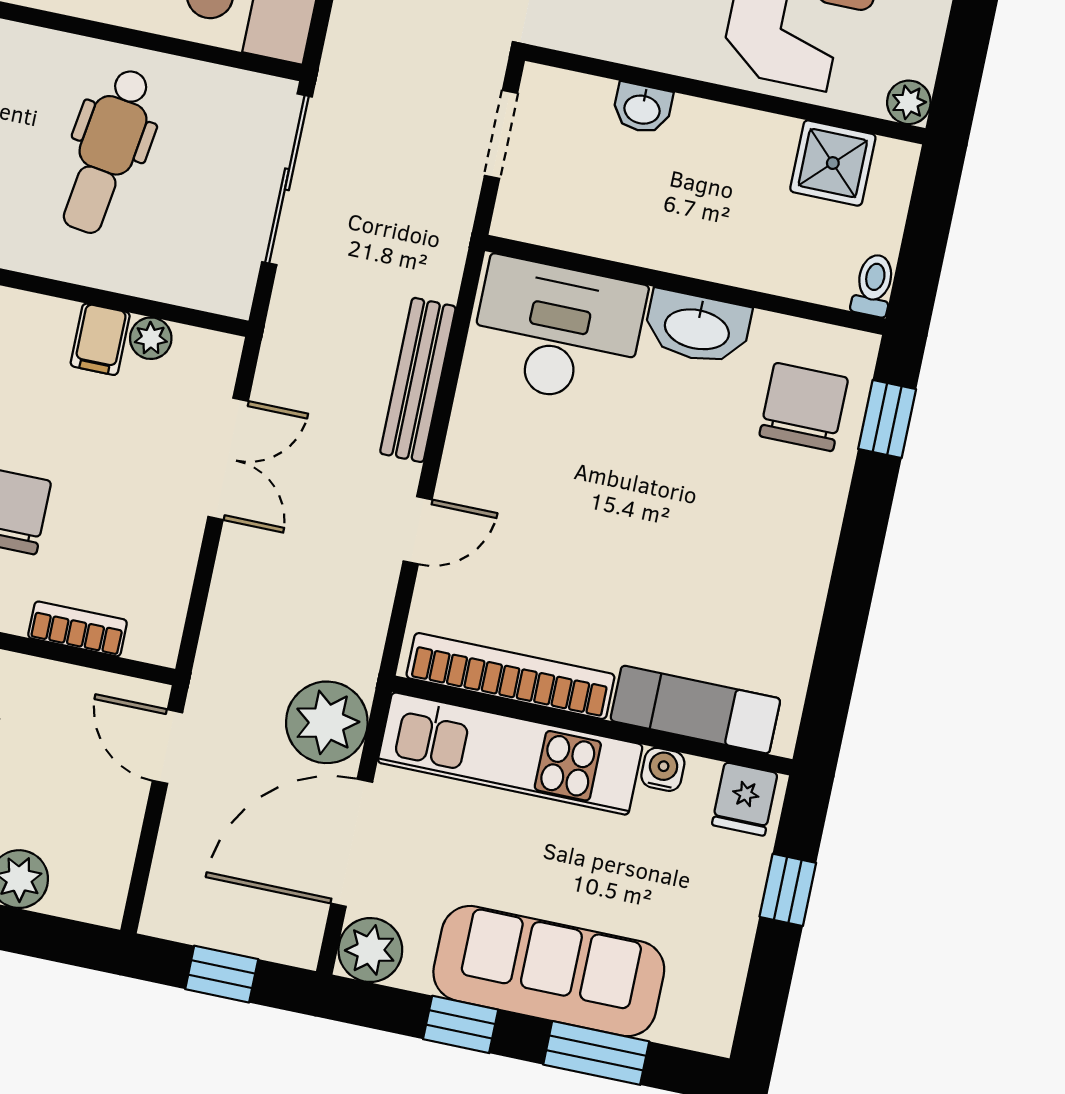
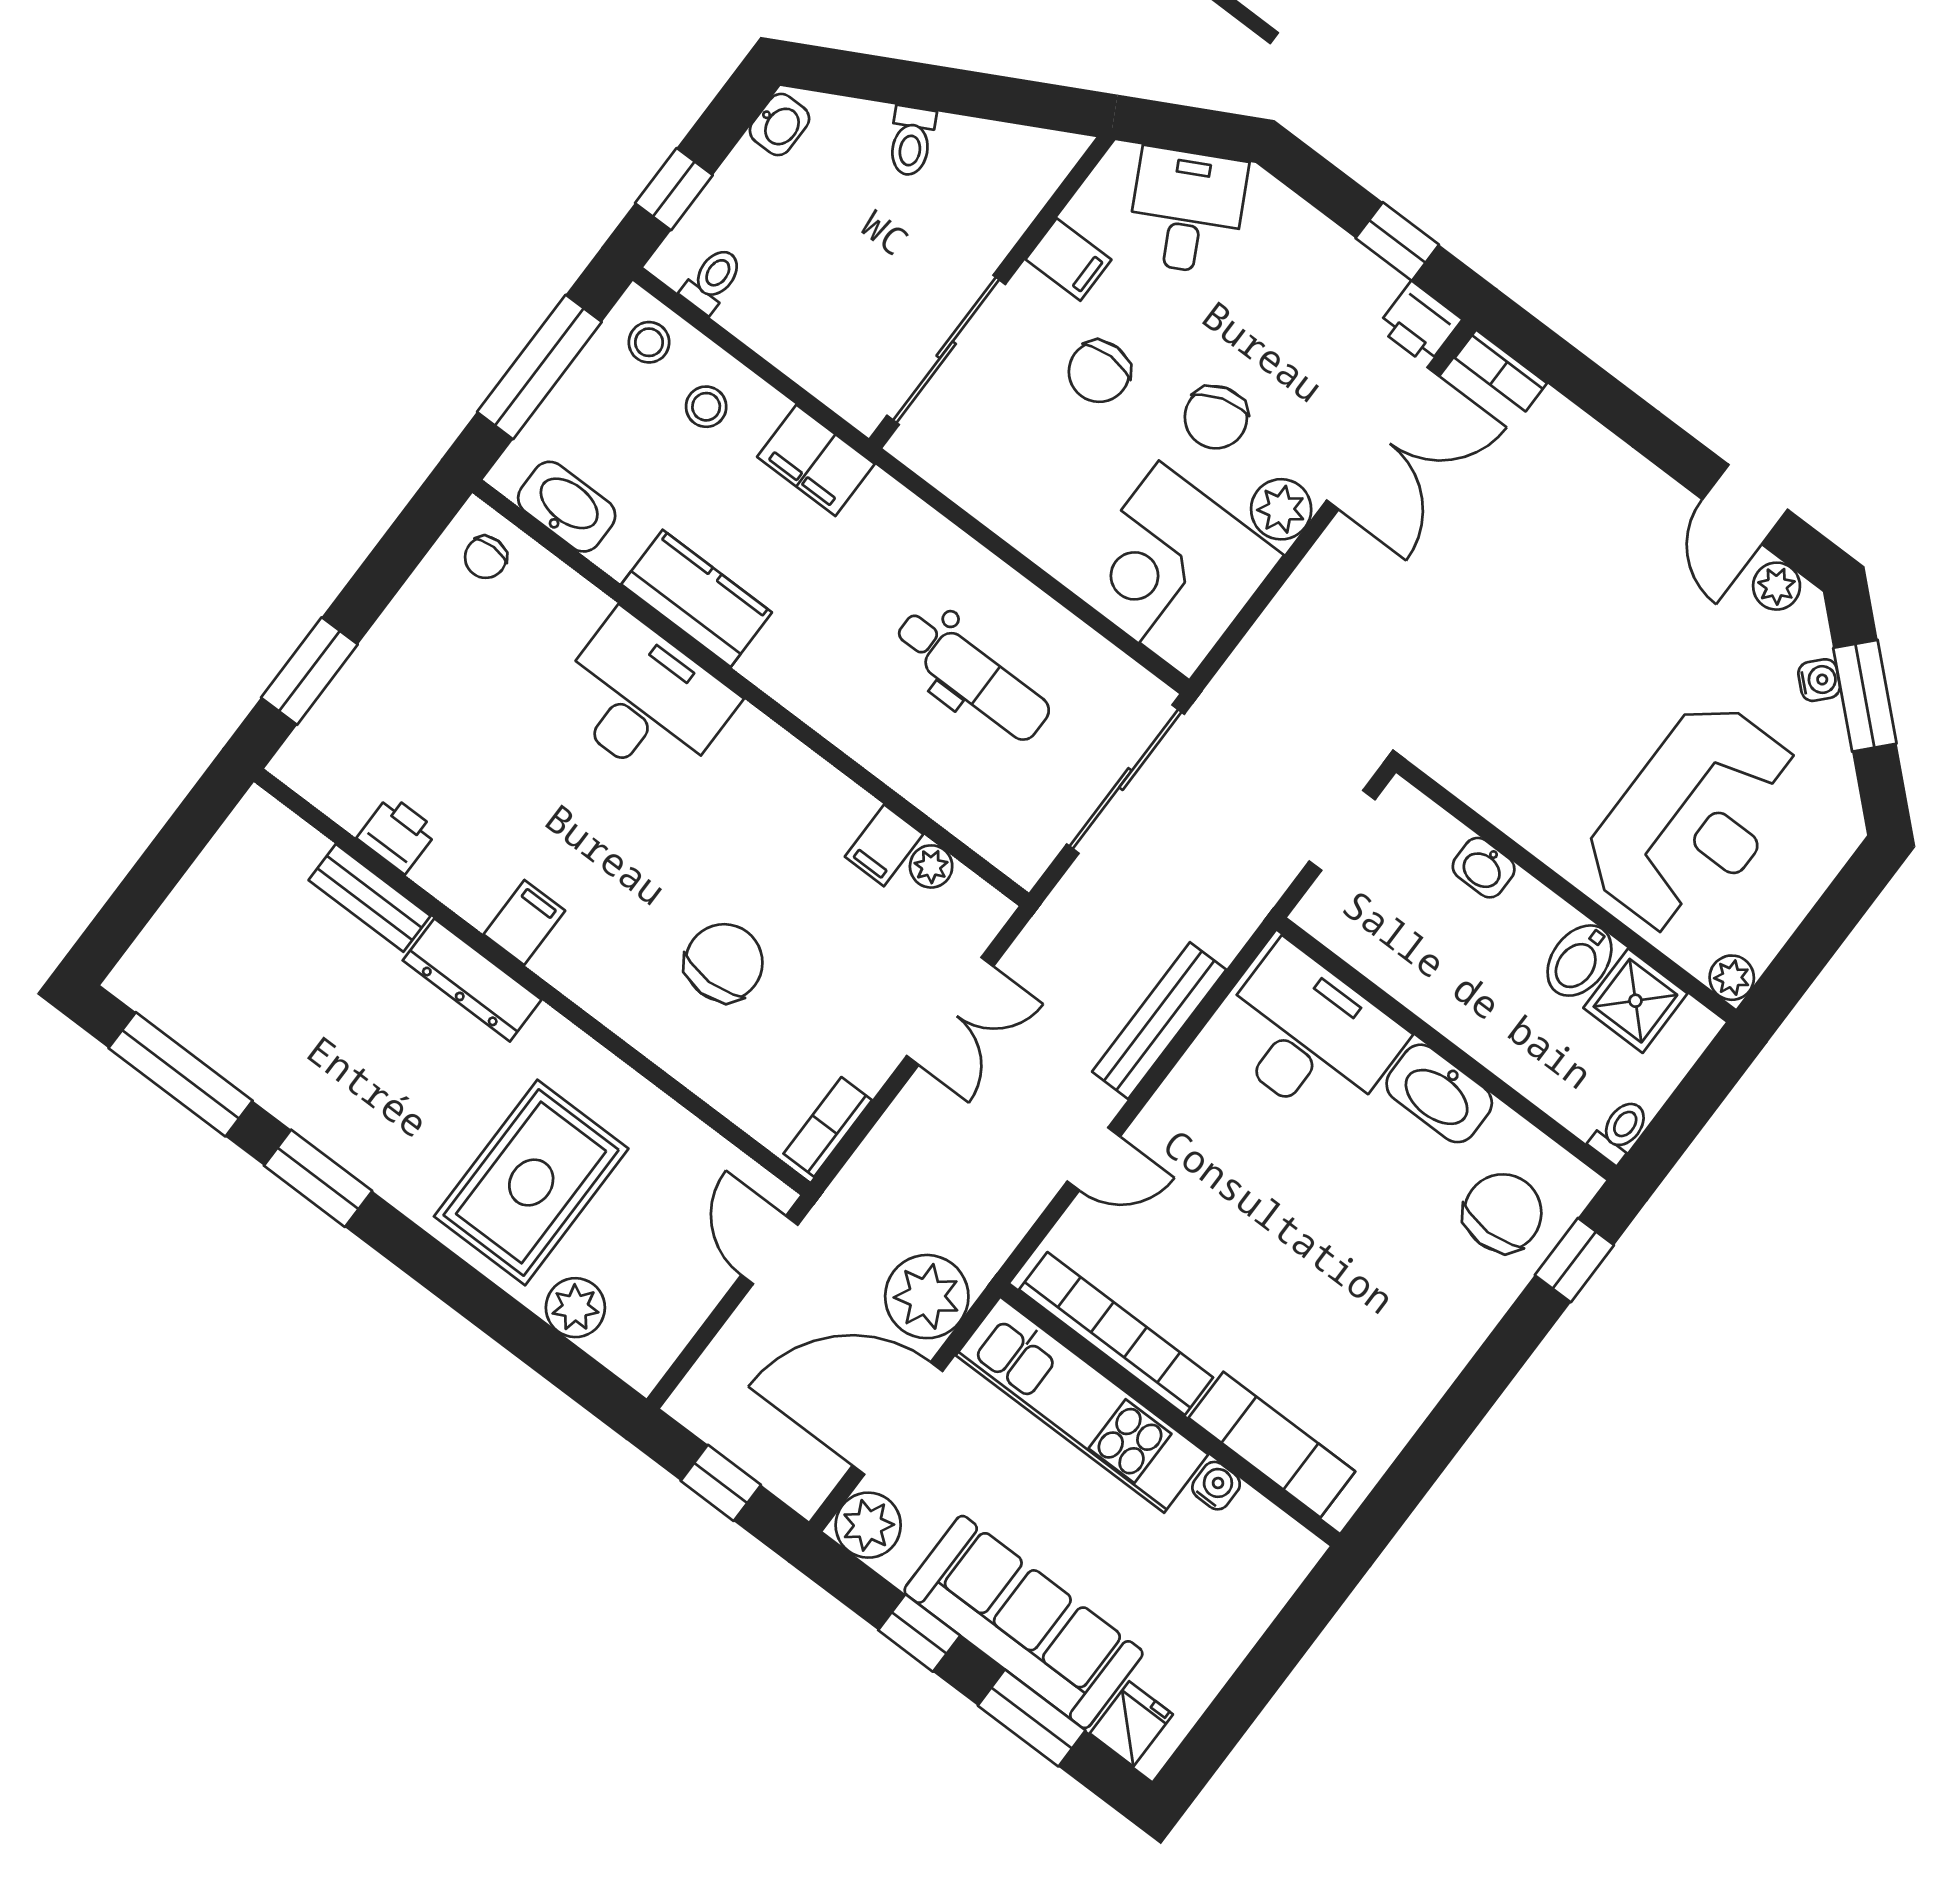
dental chair: (107, 151) -> (972, 675), turned -98
bidet: (766, 151) -> (1579, 961), added
bookcase: (78, 629) -> (828, 1127), moved, turned -90
fridge: (745, 799) -> (1131, 1724), moved, turned 180
window: (788, 890) -> (1279, 1651), removed

